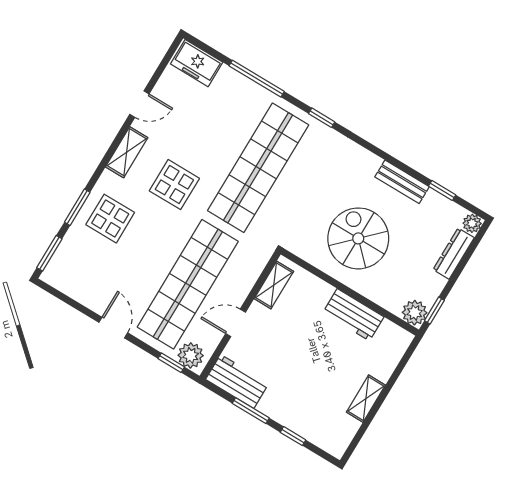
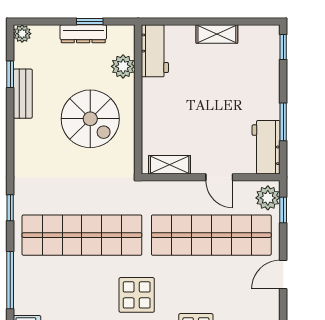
bench: (402, 182) -> (23, 94), moved
spiral stairs: (358, 238) -> (90, 119), turned -90
dresser: (454, 254) -> (83, 34), moved
window: (434, 310) -> (90, 22), moved
plant: (415, 313) -> (123, 66), moved
workbench: (353, 315) -> (155, 51), moved
window: (293, 436) -> (283, 47), moved

